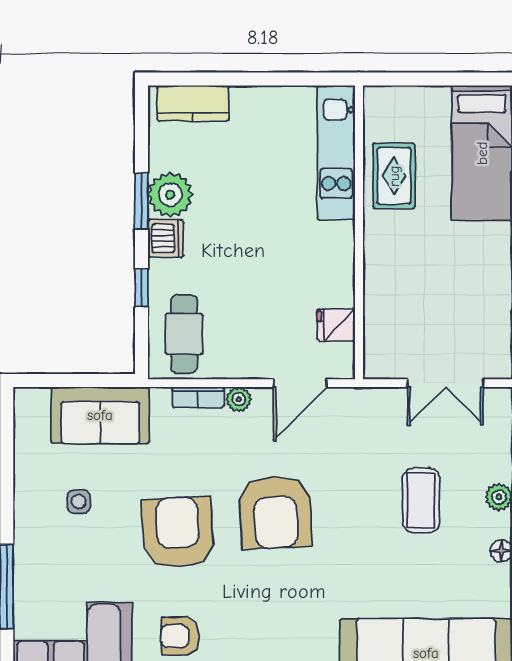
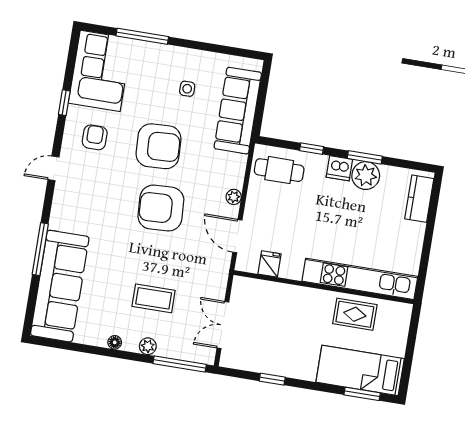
kitchen unit: (336, 153) -> (360, 279), width x1.36
bookcase: (198, 397) -> (239, 172), removed
sofa: (100, 415) -> (238, 111), width x1.36

